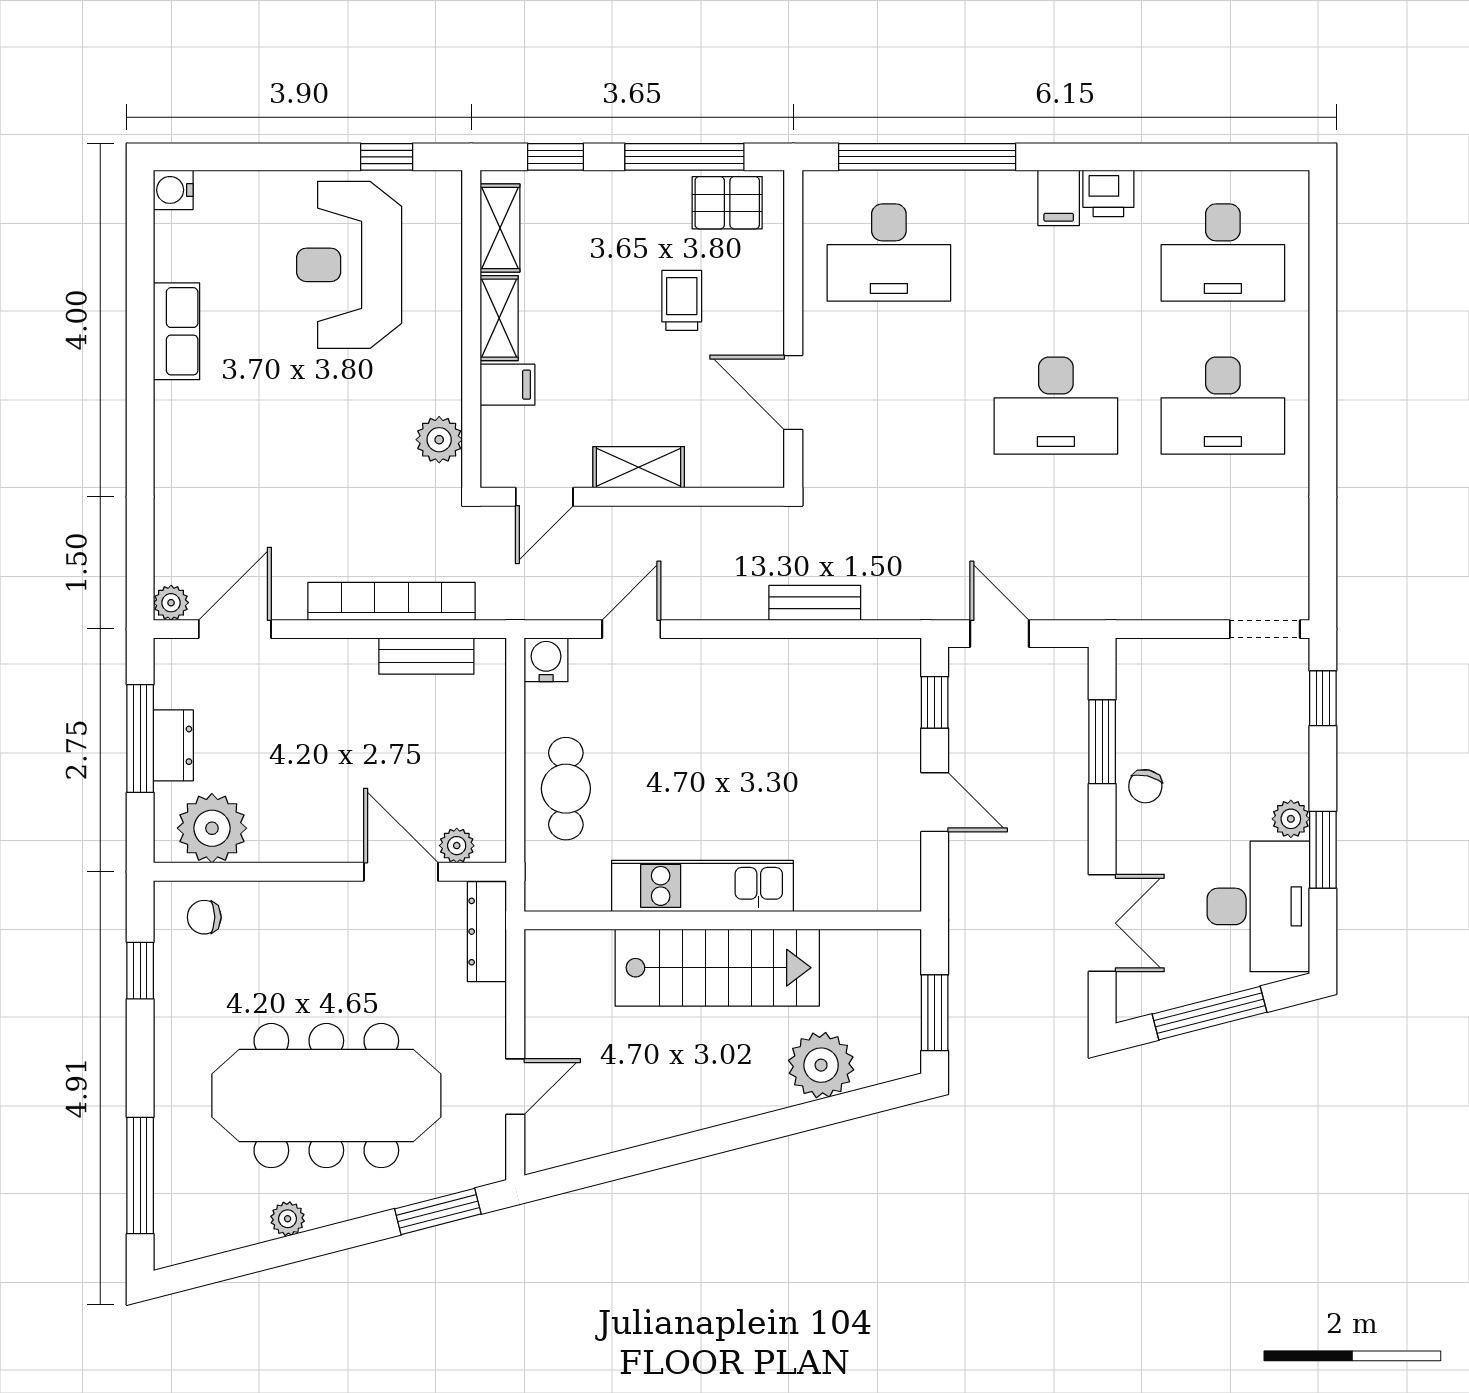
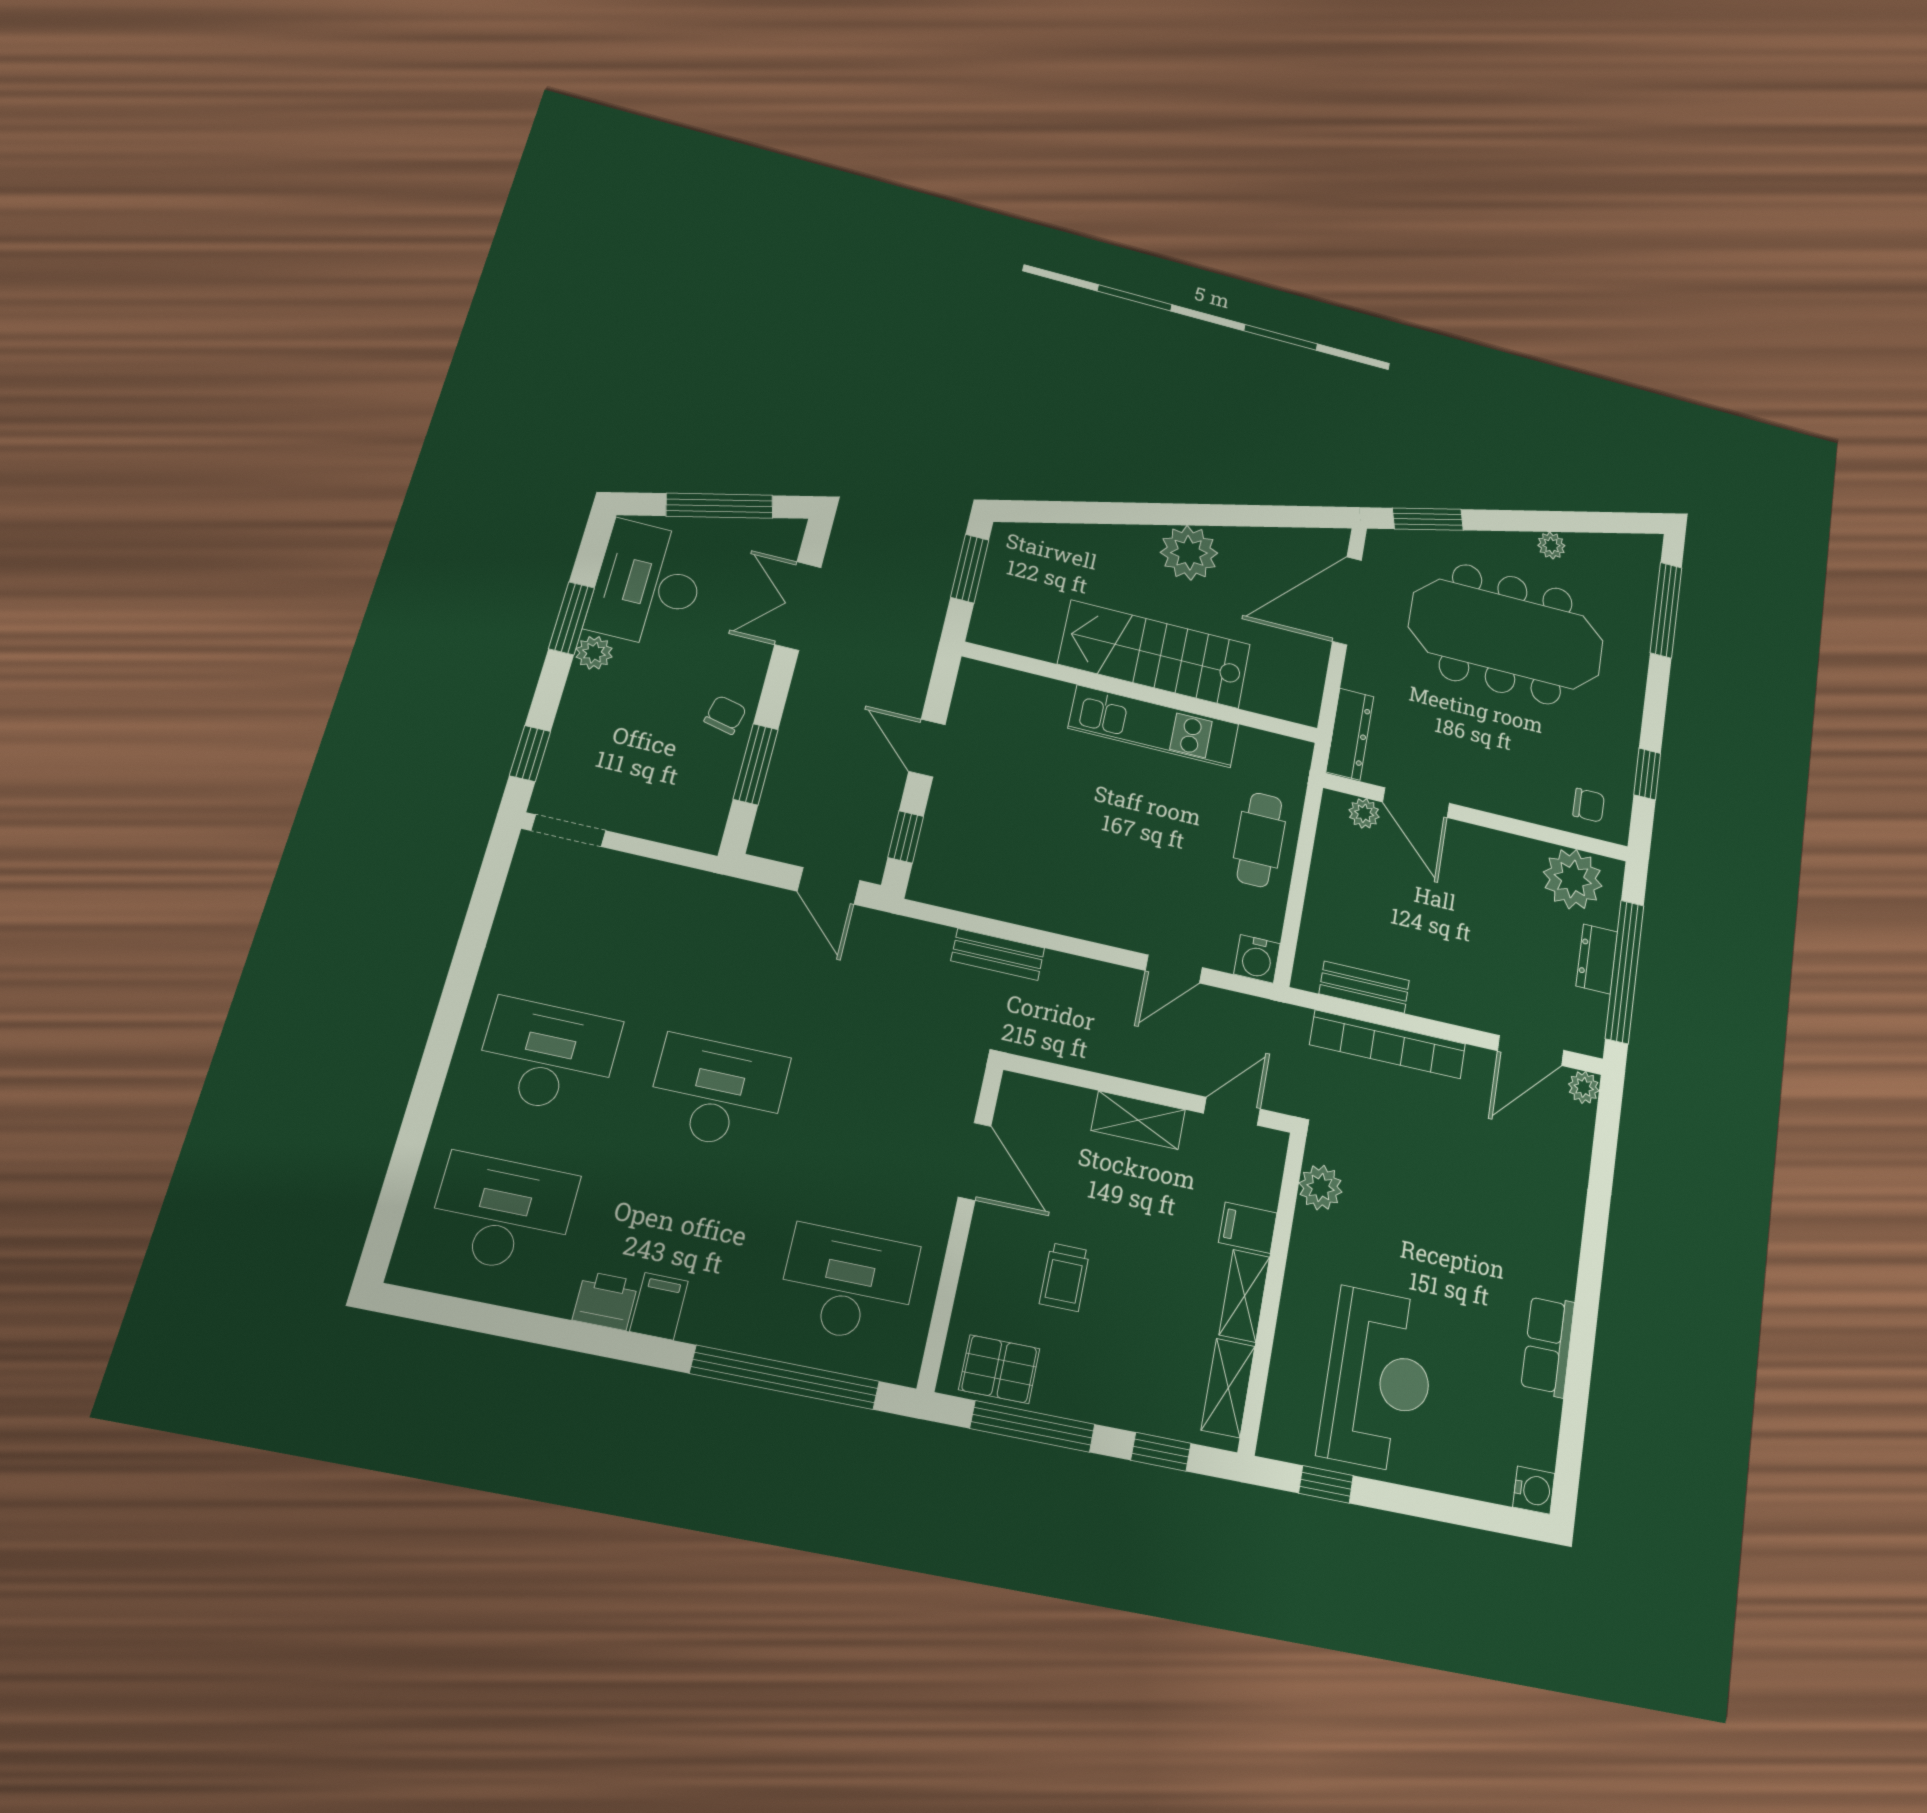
window: (140, 739) -> (1625, 972), width x1.46
plant: (821, 1065) -> (1189, 553), moved
door: (515, 1087) -> (1347, 601), width x1.88

